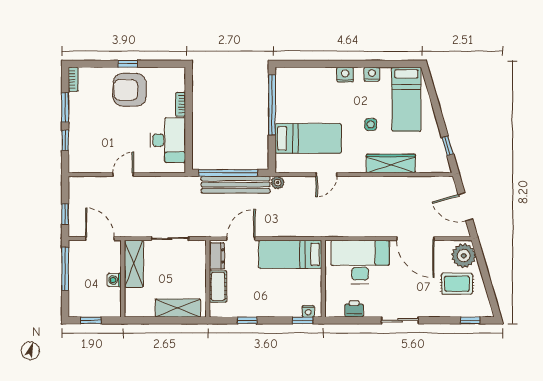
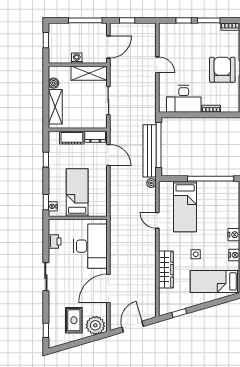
bed: (290, 254) -> (77, 193), moved
boiler: (147, 310) -> (53, 83), added

